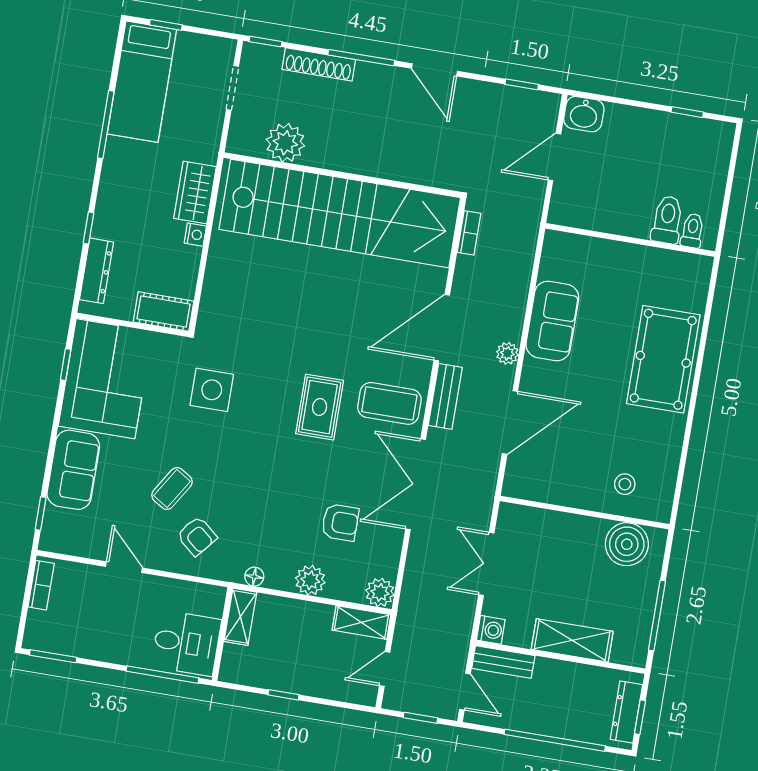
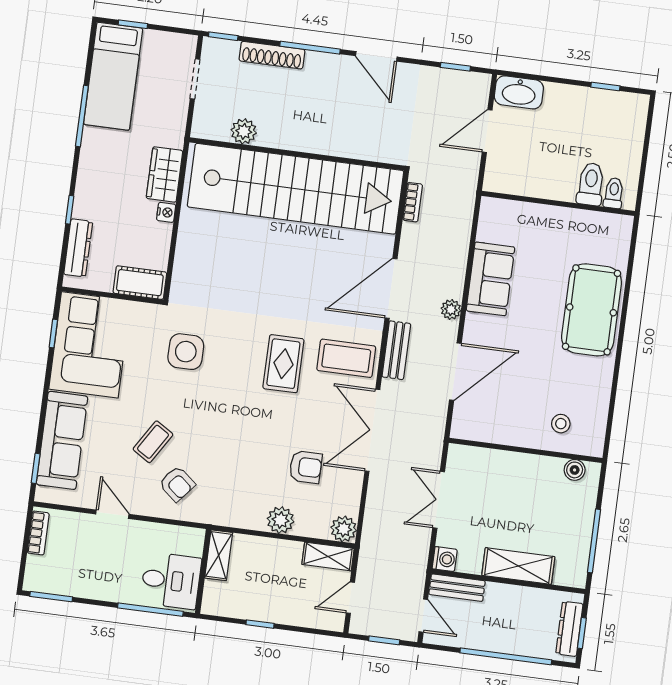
washbasin: (584, 114) -> (519, 92), width x1.38
plant: (285, 143) -> (244, 131), width x0.73, depth x0.73
sofa: (73, 470) -> (62, 440), width x1.36
boiler: (627, 544) -> (575, 470), width x0.54, depth x0.54
floor lamp: (254, 577) -> (230, 519), removed

